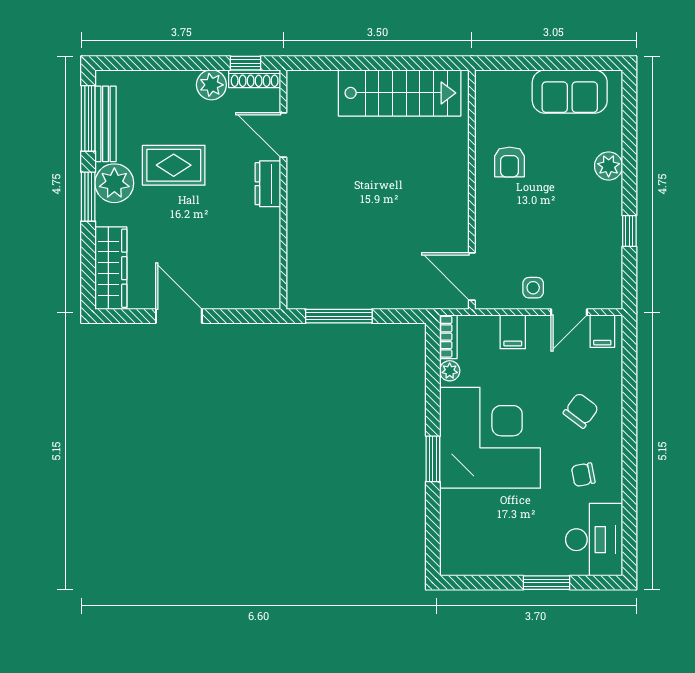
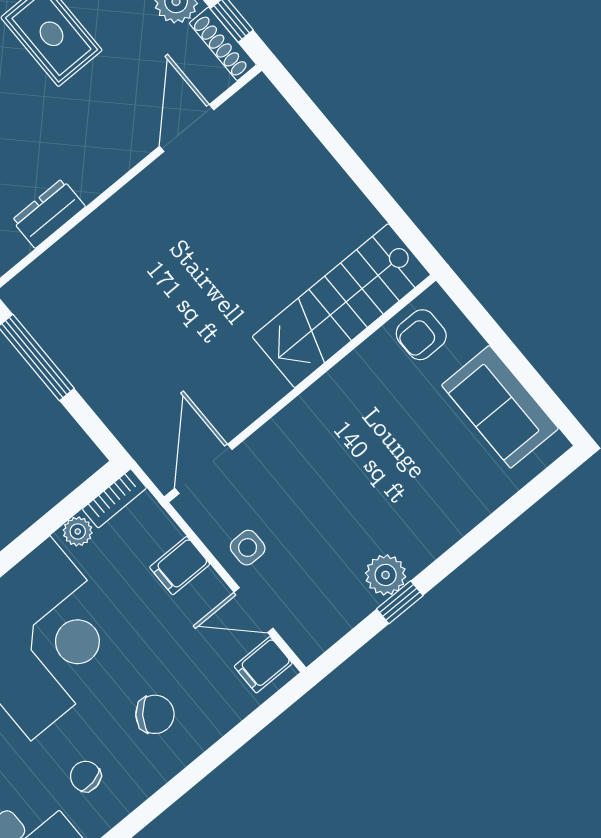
stairs: (400, 93) -> (342, 306), moved, turned 90
armchair: (510, 162) -> (421, 335), moved
plant: (609, 166) -> (386, 575), moved
dresser: (268, 184) -> (49, 213), moved

